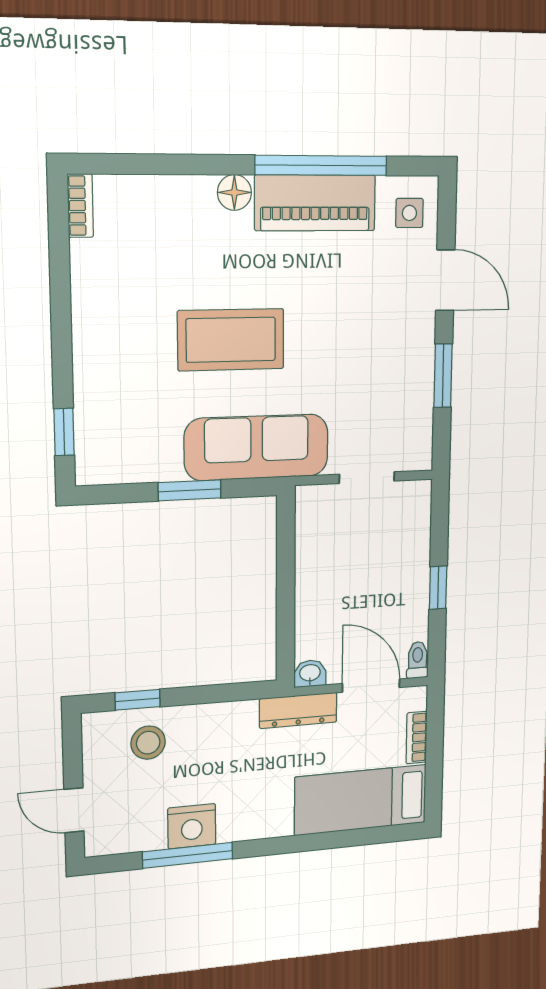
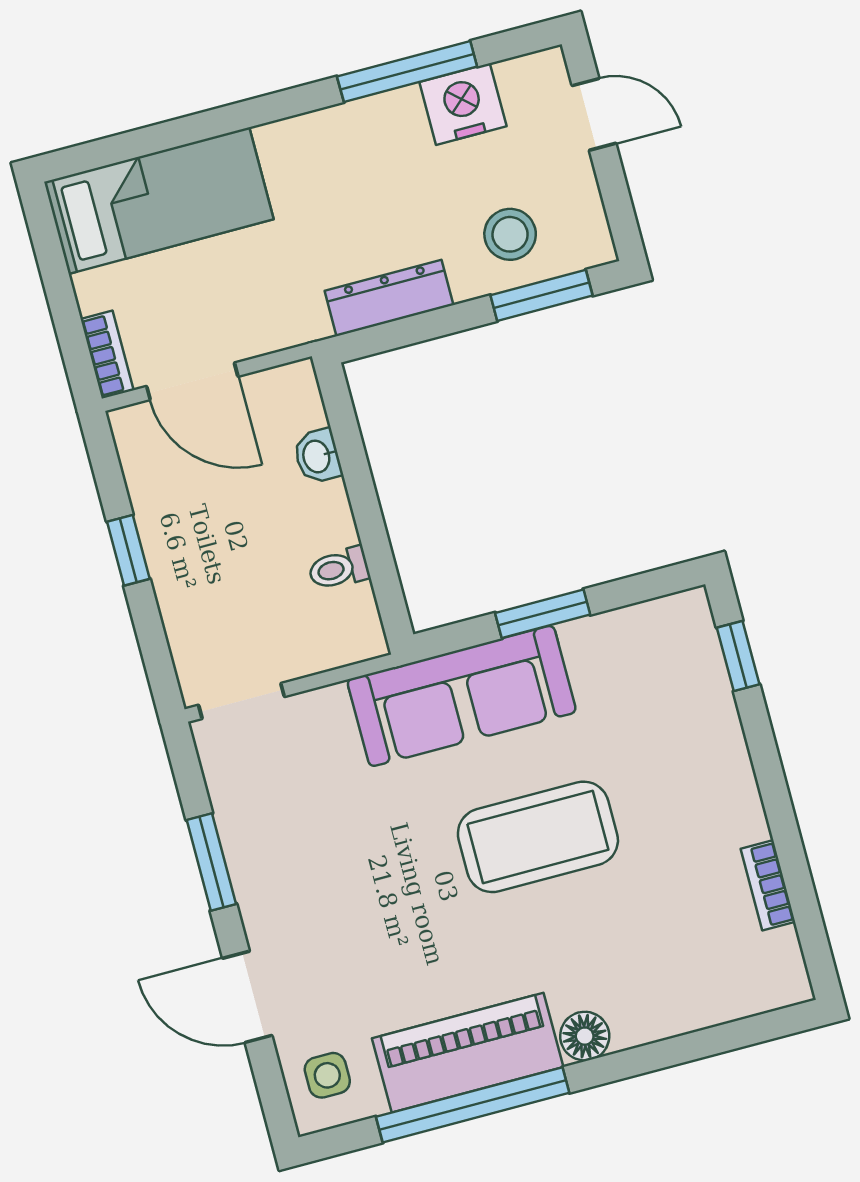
bookcase: (80, 206) -> (768, 885), moved
doorway: (367, 478) -> (241, 701), moved
toilet: (418, 660) -> (339, 569), moved, turned 90
washbasin: (310, 673) -> (318, 456), moved, turned 90
window: (138, 700) -> (542, 295), width x1.50
dresser: (298, 710) -> (389, 298), moved
bookcase: (417, 738) -> (107, 355), moved
nightstand: (192, 826) -> (463, 104), moved

